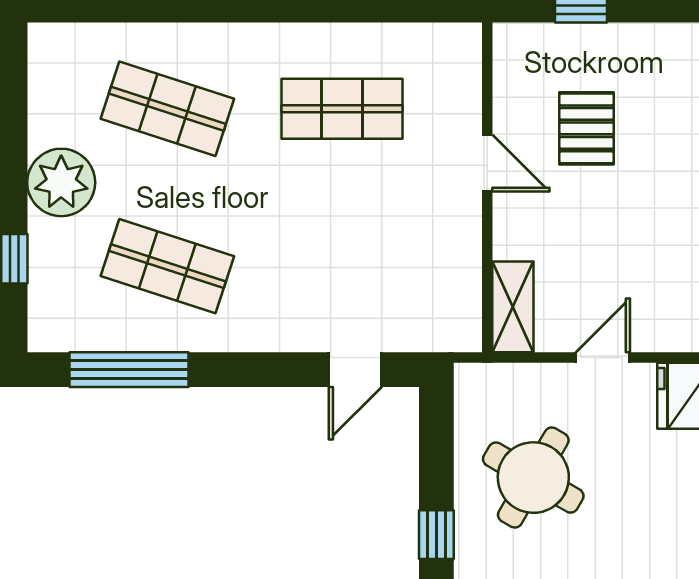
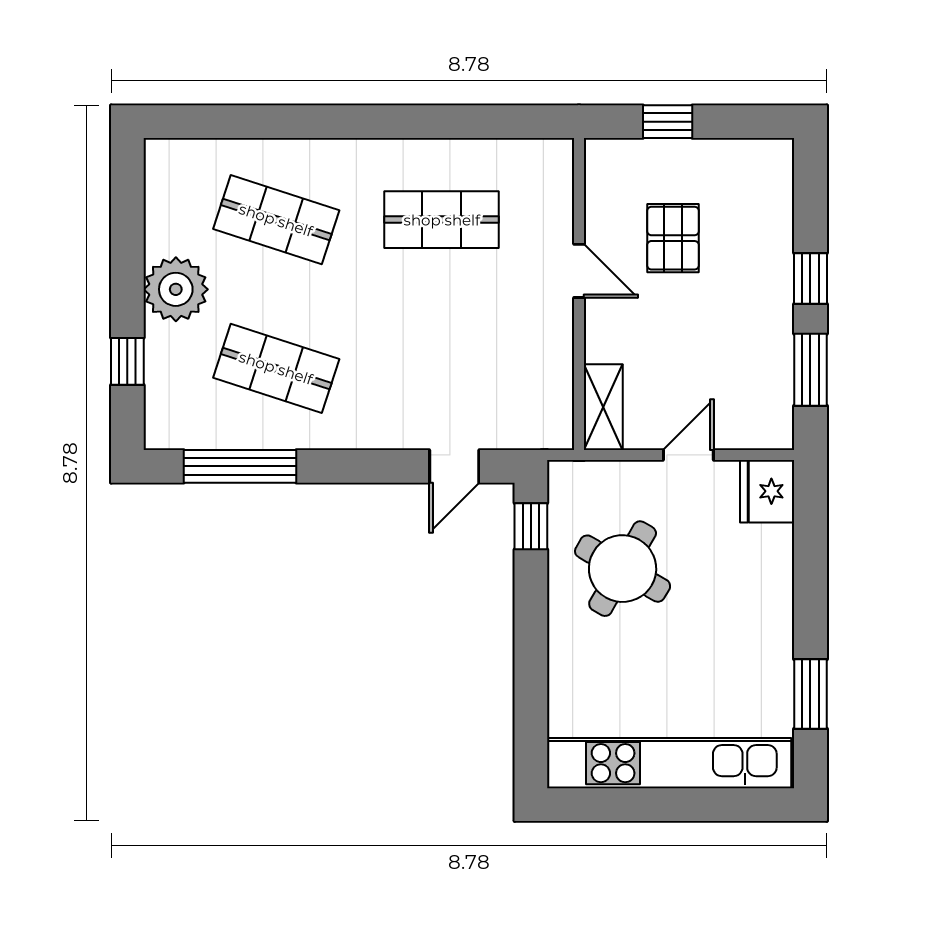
window: (436, 535) -> (531, 526), moved

